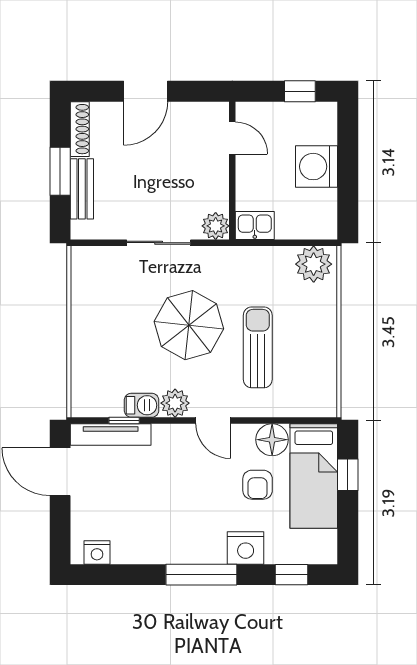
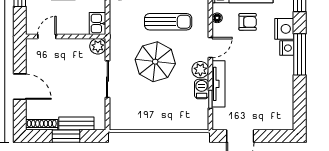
sun lounger: (258, 347) -> (168, 22), turned 180
tv unit: (111, 434) -> (219, 84), moved
floor lamp: (272, 440) -> (217, 18), width x0.53, depth x0.53
nightstand: (97, 552) -> (287, 48), moved

